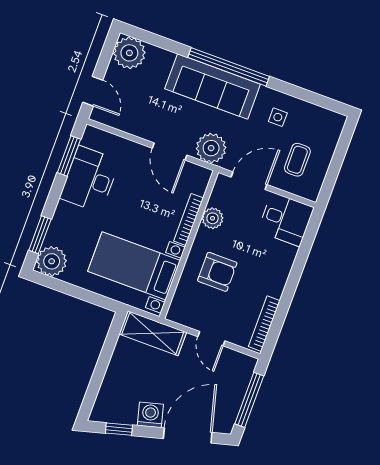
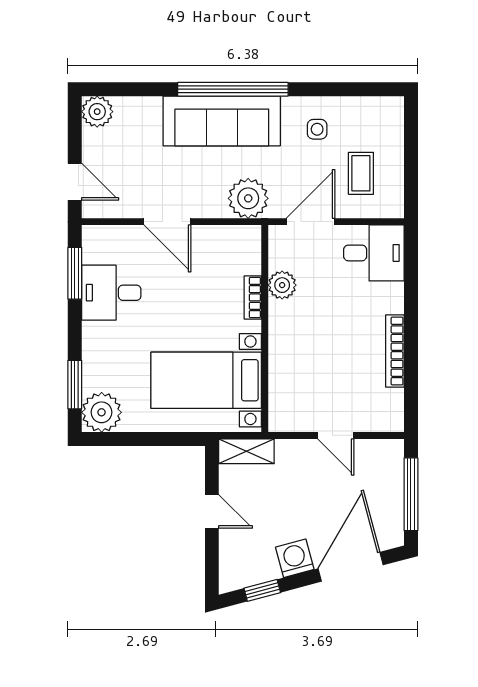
plant: (129, 53) -> (97, 112), width x0.73, depth x0.73
door: (170, 152) -> (167, 222), moved
desk: (90, 179) -> (111, 293), width x0.73
bookcase: (189, 219) -> (253, 297), width x0.64
armchair: (217, 272) -> (313, 350), removed
bookcase: (264, 324) -> (395, 351), moved
shelving: (153, 333) -> (246, 451), width x0.67, depth x0.75
door: (104, 360) -> (212, 511), added

